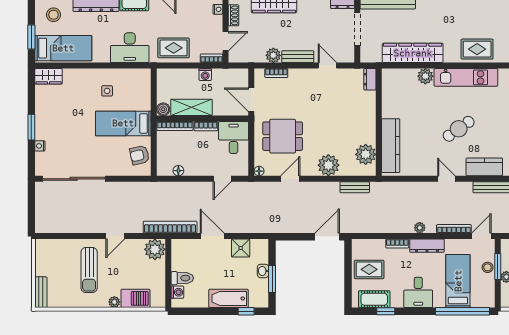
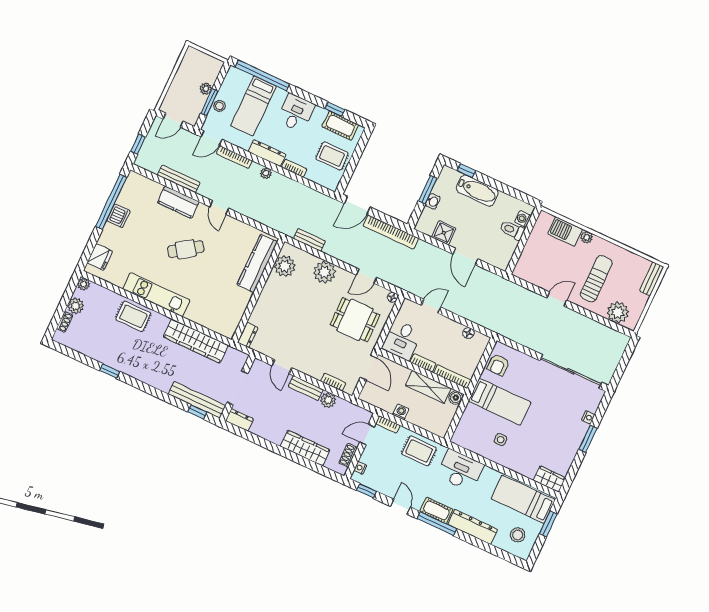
plant: (425, 76) -> (194, 314), removed
armchair: (140, 155) -> (498, 365), turned 103
bookcase: (170, 227) -> (391, 232), moved
plant: (155, 249) -> (618, 312), moved

